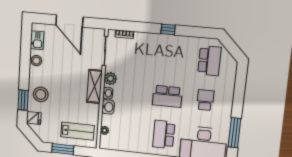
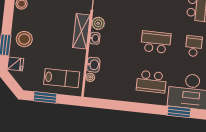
school desk: (167, 96) -> (156, 42), turned 180
washbasin: (108, 107) -> (93, 65), moved
school desk: (164, 135) -> (151, 82), turned -90

